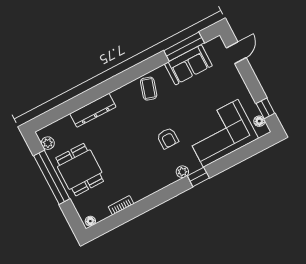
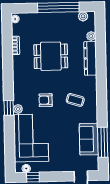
coffee table: (149, 89) -> (75, 100), moved
plant: (66, 122) -> (91, 36), added
dining table: (80, 170) -> (51, 56), moved
plant: (182, 172) -> (18, 109), moved

